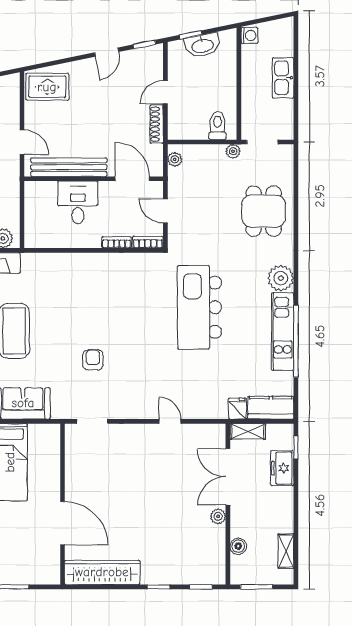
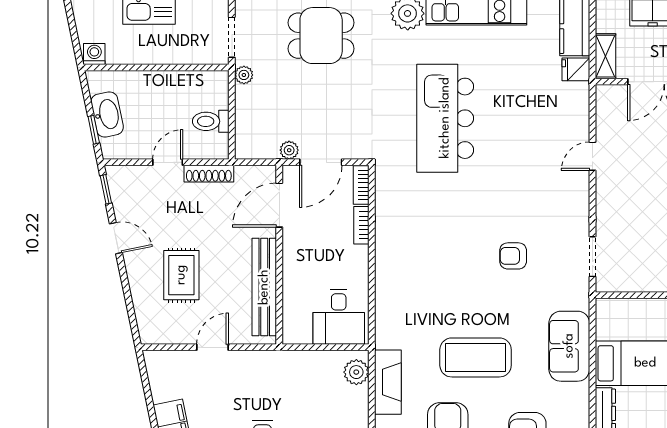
rug: (47, 87) -> (181, 275), moved
door: (165, 92) -> (168, 162), swing flipped
toilet: (218, 126) -> (211, 121), moved
door: (22, 142) -> (213, 347), moved
plant: (175, 159) -> (289, 150), moved
desk: (78, 202) -> (339, 317), moved, turned -90
door: (165, 211) -> (321, 162), width x1.38
kitchen island: (200, 307) -> (445, 118), turned 90

